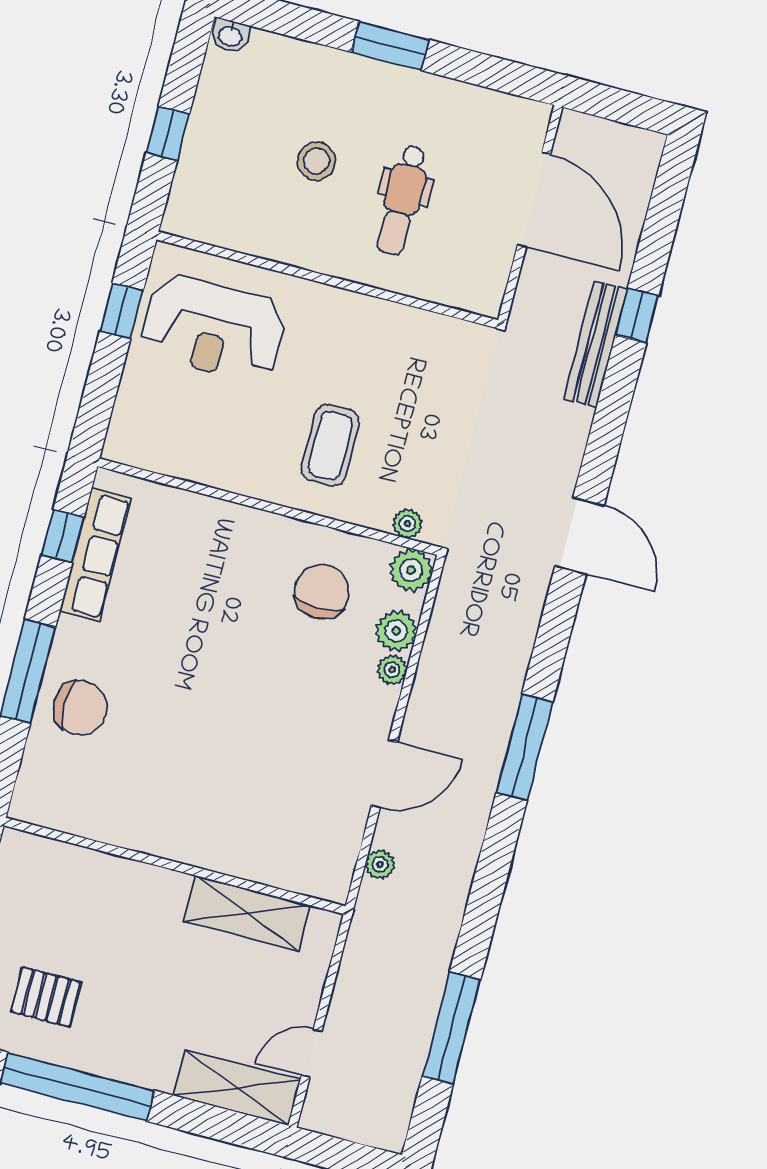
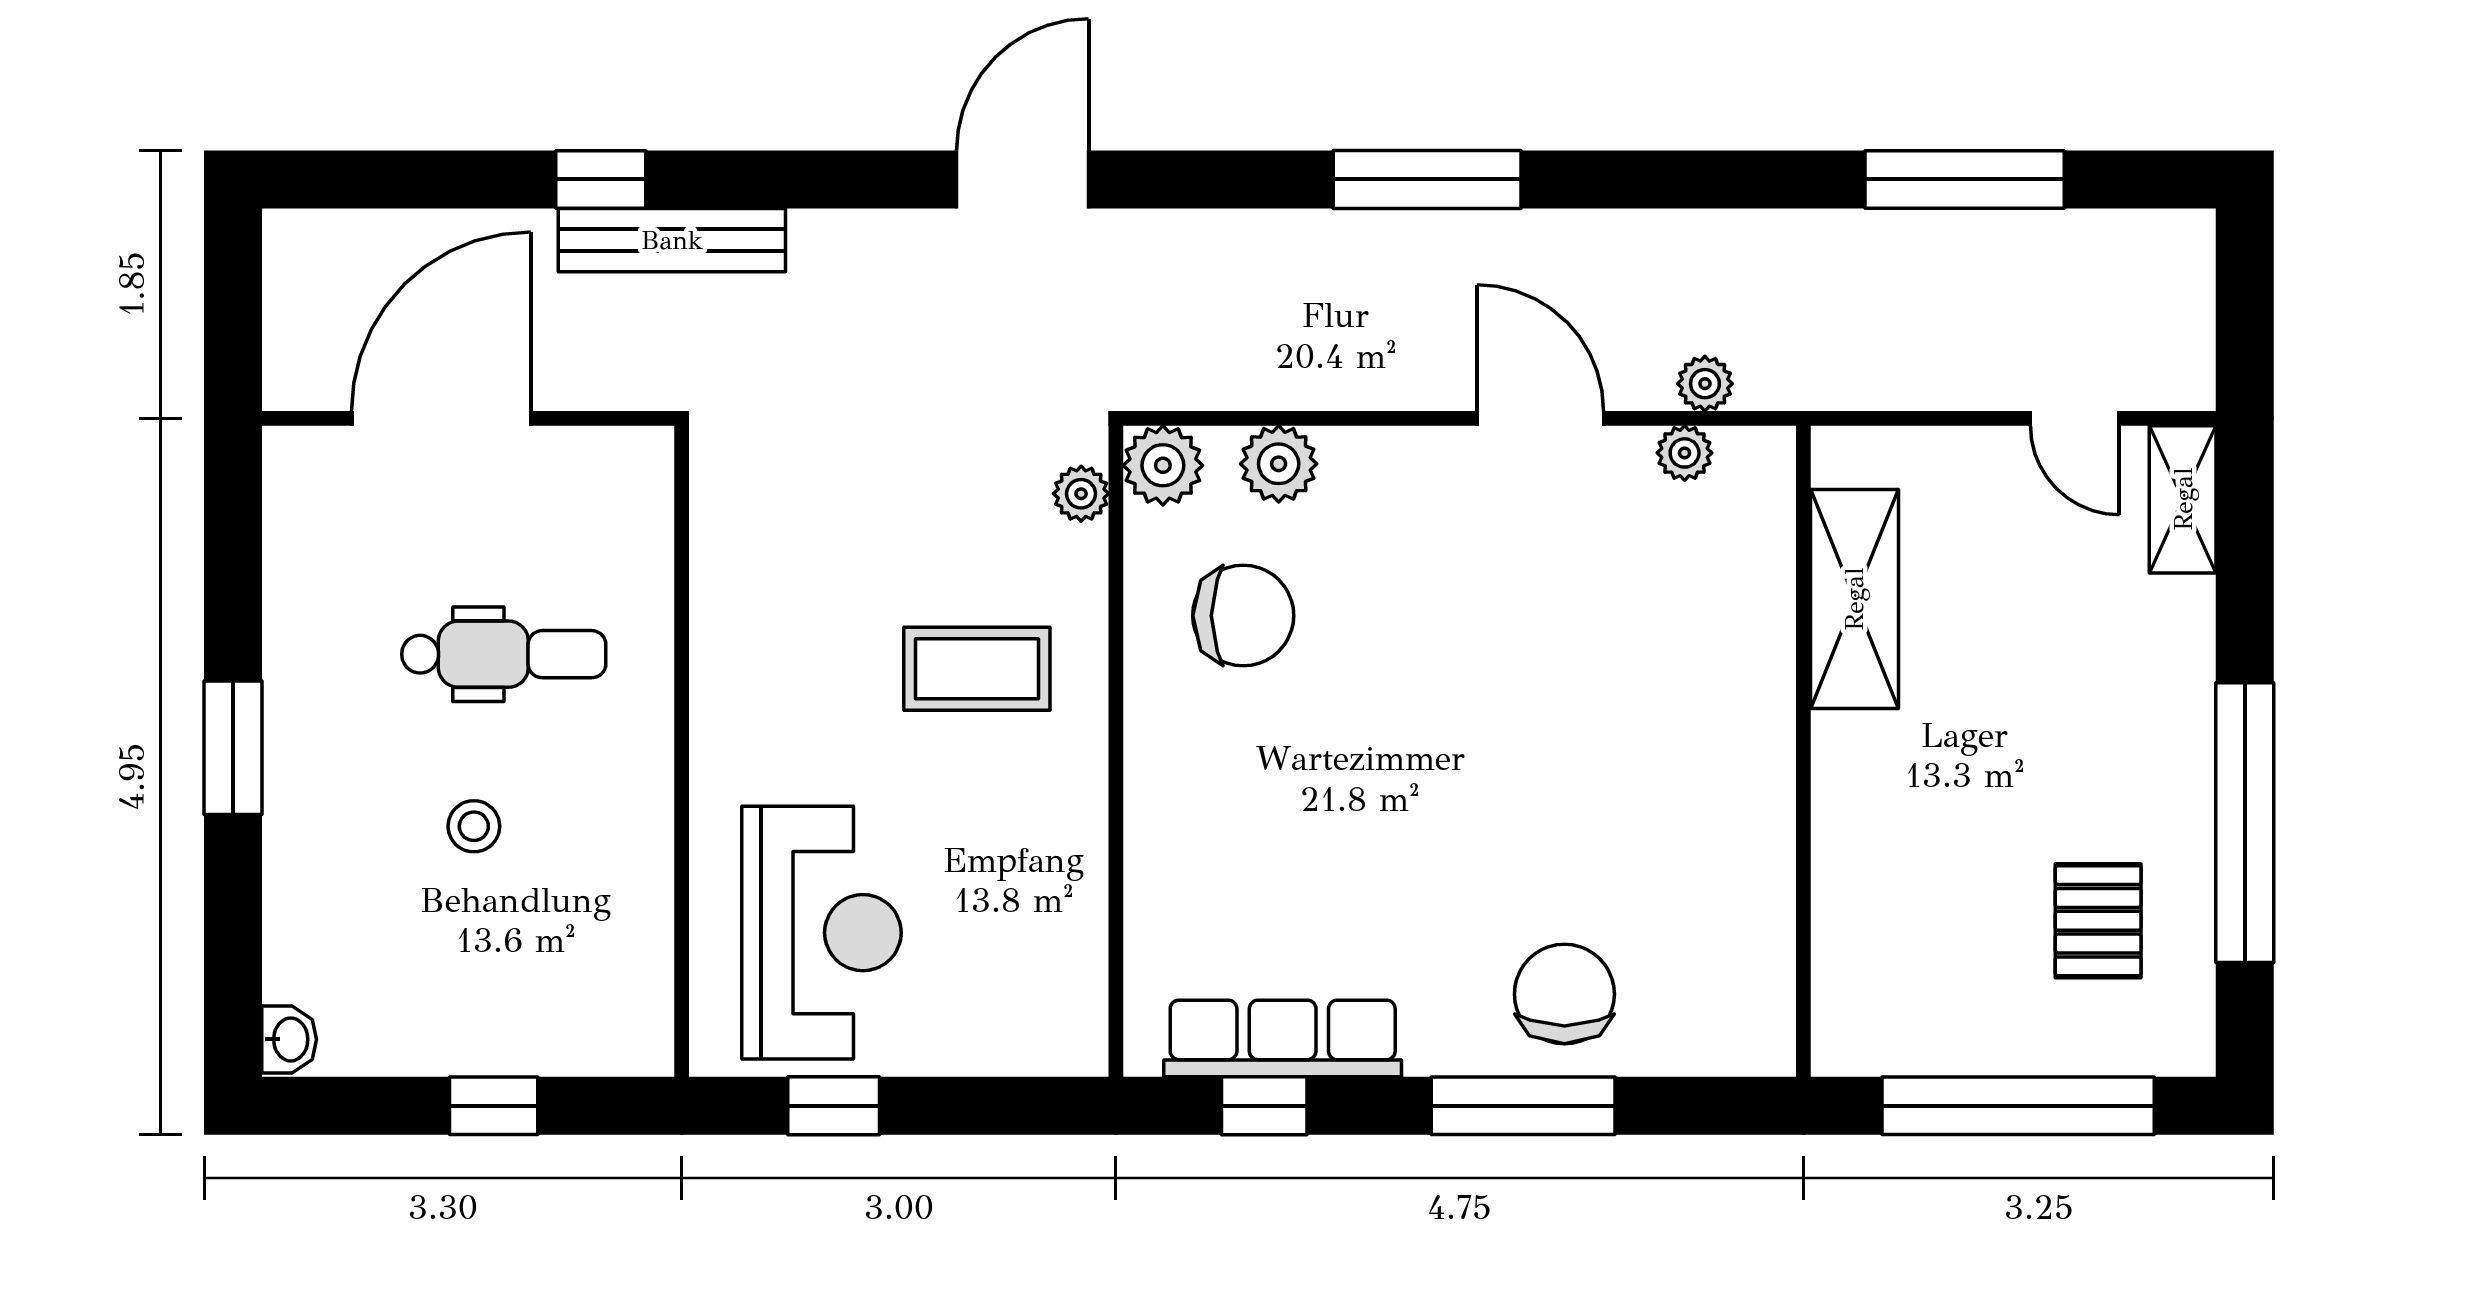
stool: (316, 161) -> (474, 826), width x0.73, depth x0.73
chair: (322, 592) -> (1243, 616), turned 180
plant: (392, 670) -> (1685, 453), moved
shelving: (237, 1088) -> (2183, 499), width x0.67, depth x0.75

